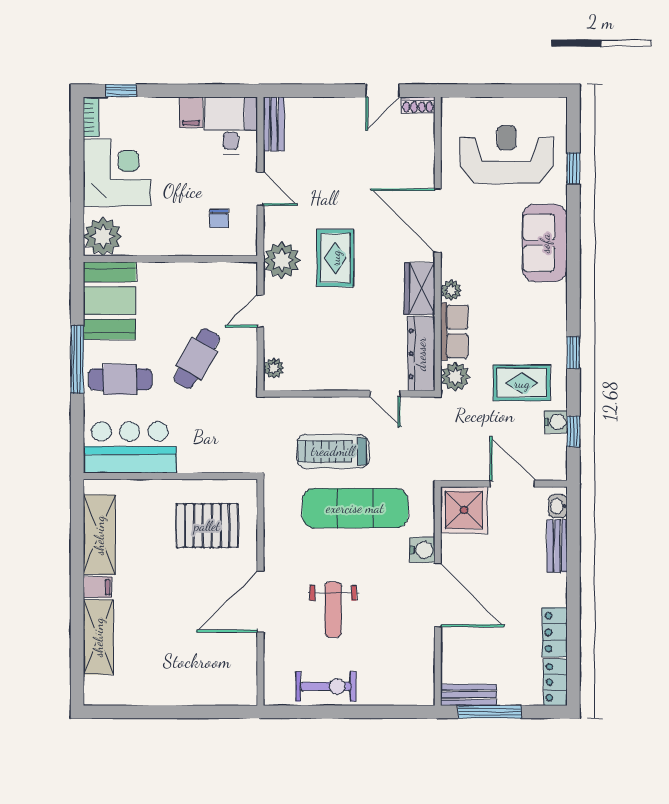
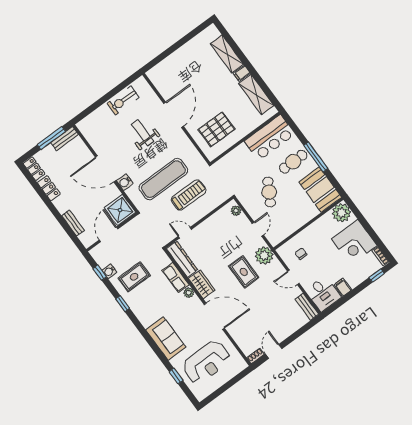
plant: (455, 377) -> (162, 260), removed
door: (512, 484) -> (109, 234), swing flipped
washbasin: (558, 506) -> (84, 239), removed

